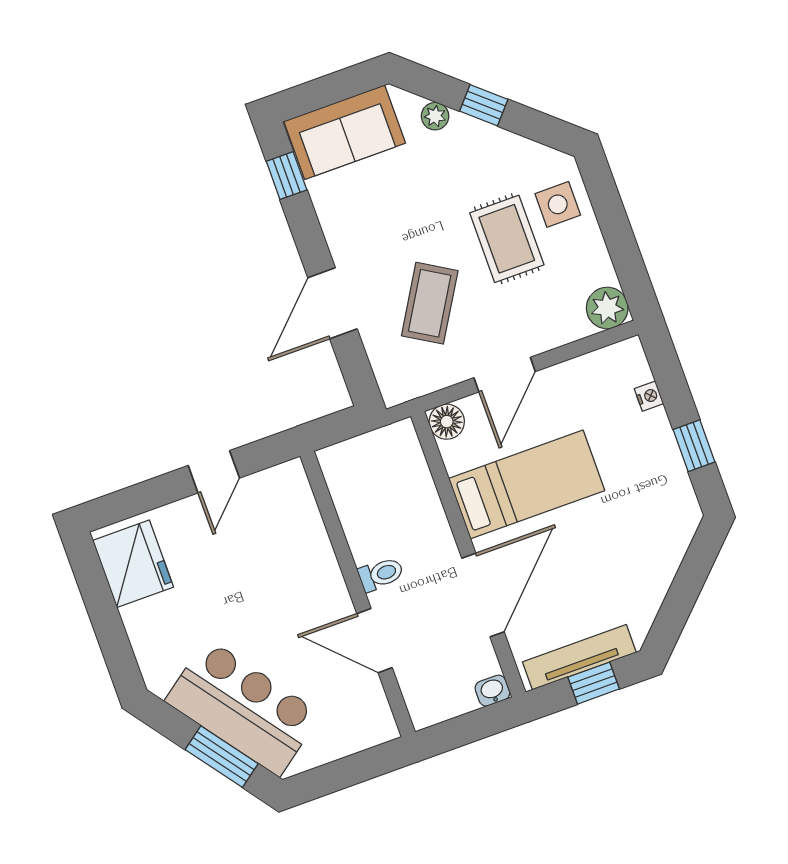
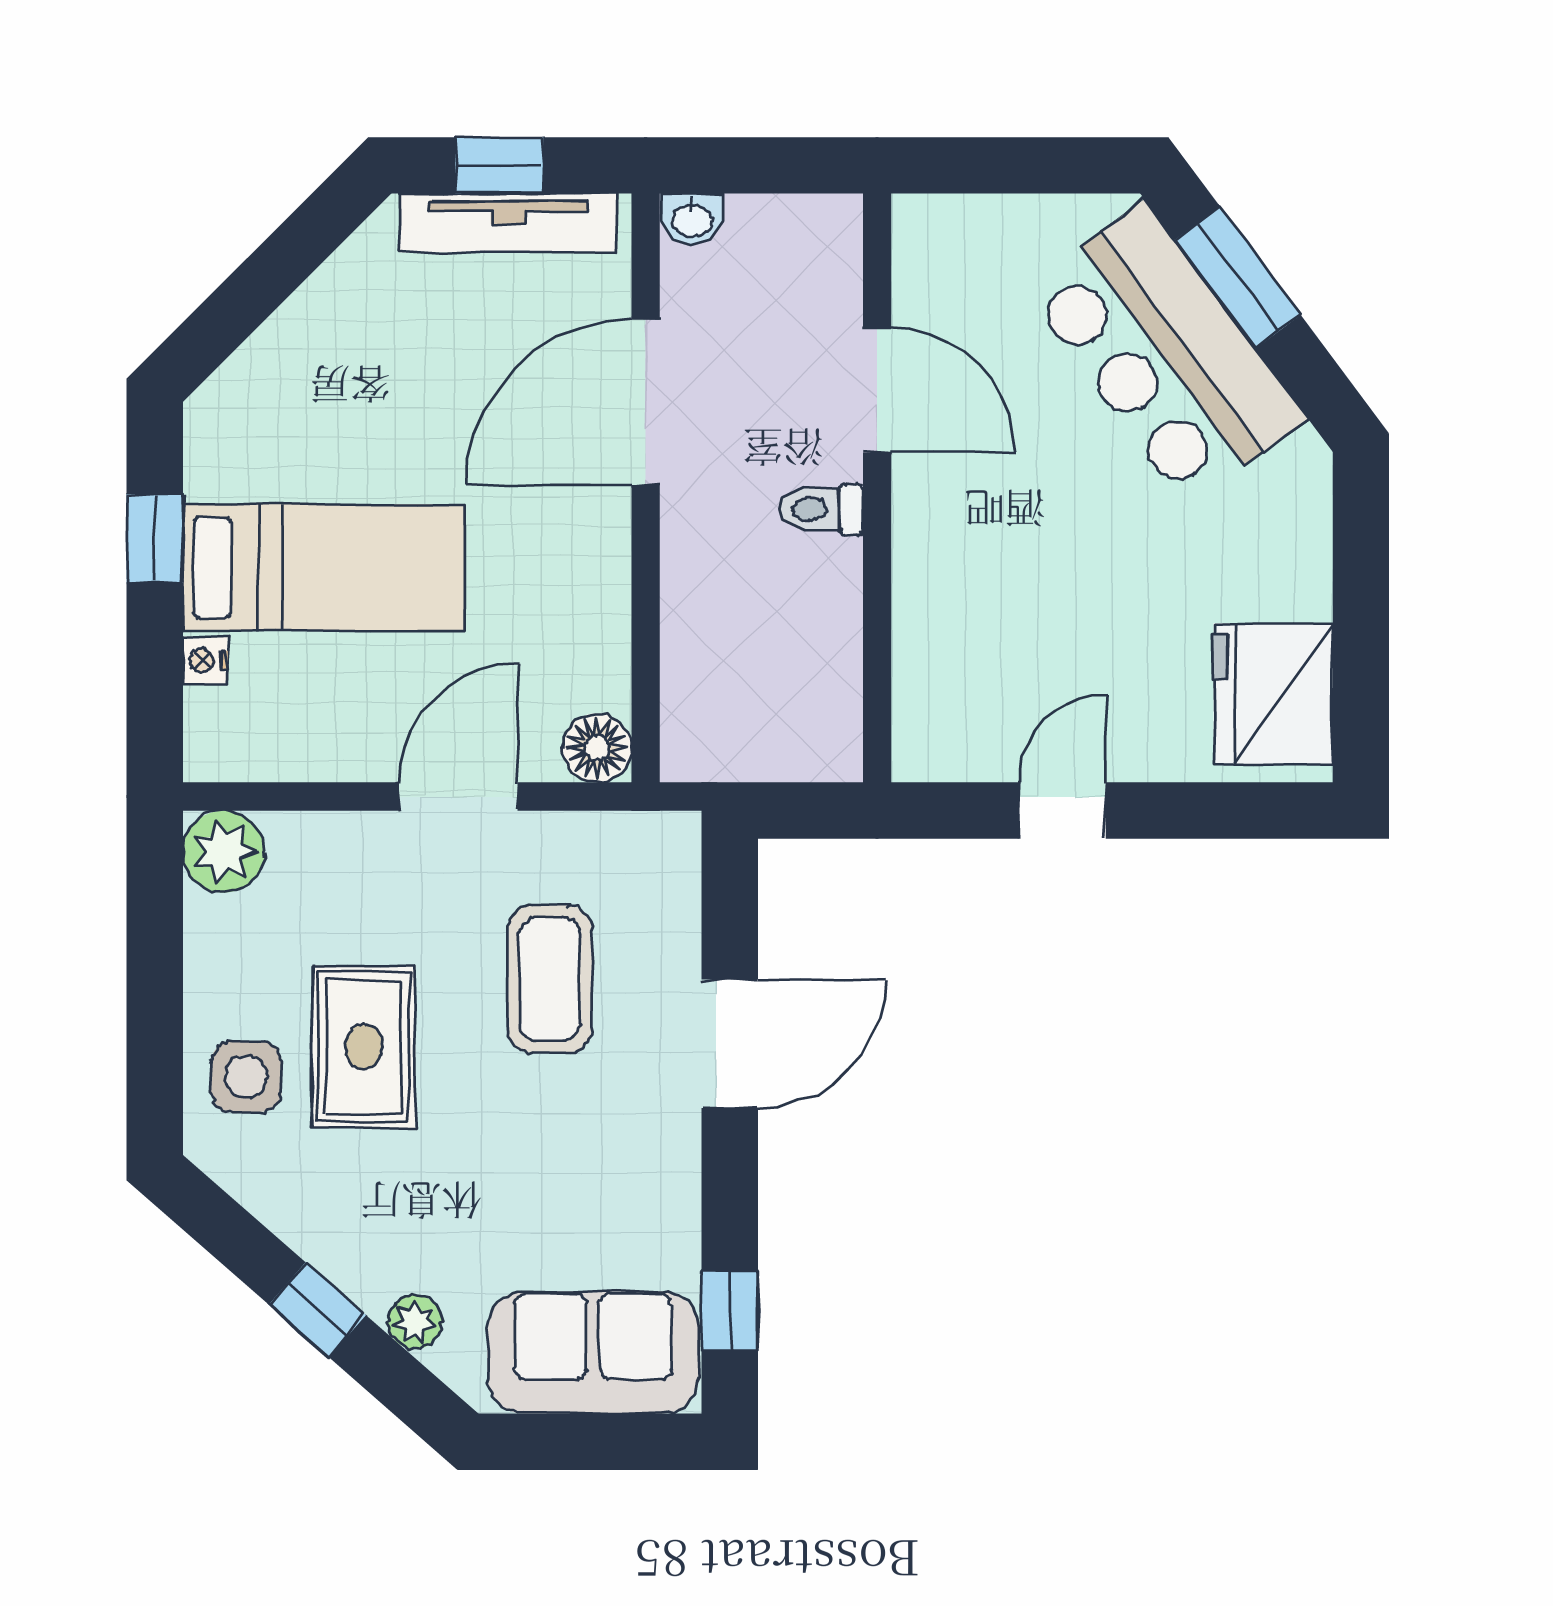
coffee table: (430, 303) -> (550, 979), turned -31
bed: (527, 484) -> (324, 568), moved, turned 180

